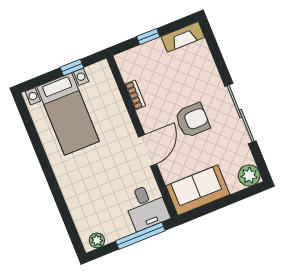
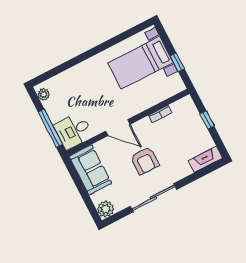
fireplace: (183, 37) -> (205, 159), moved, turned 90

